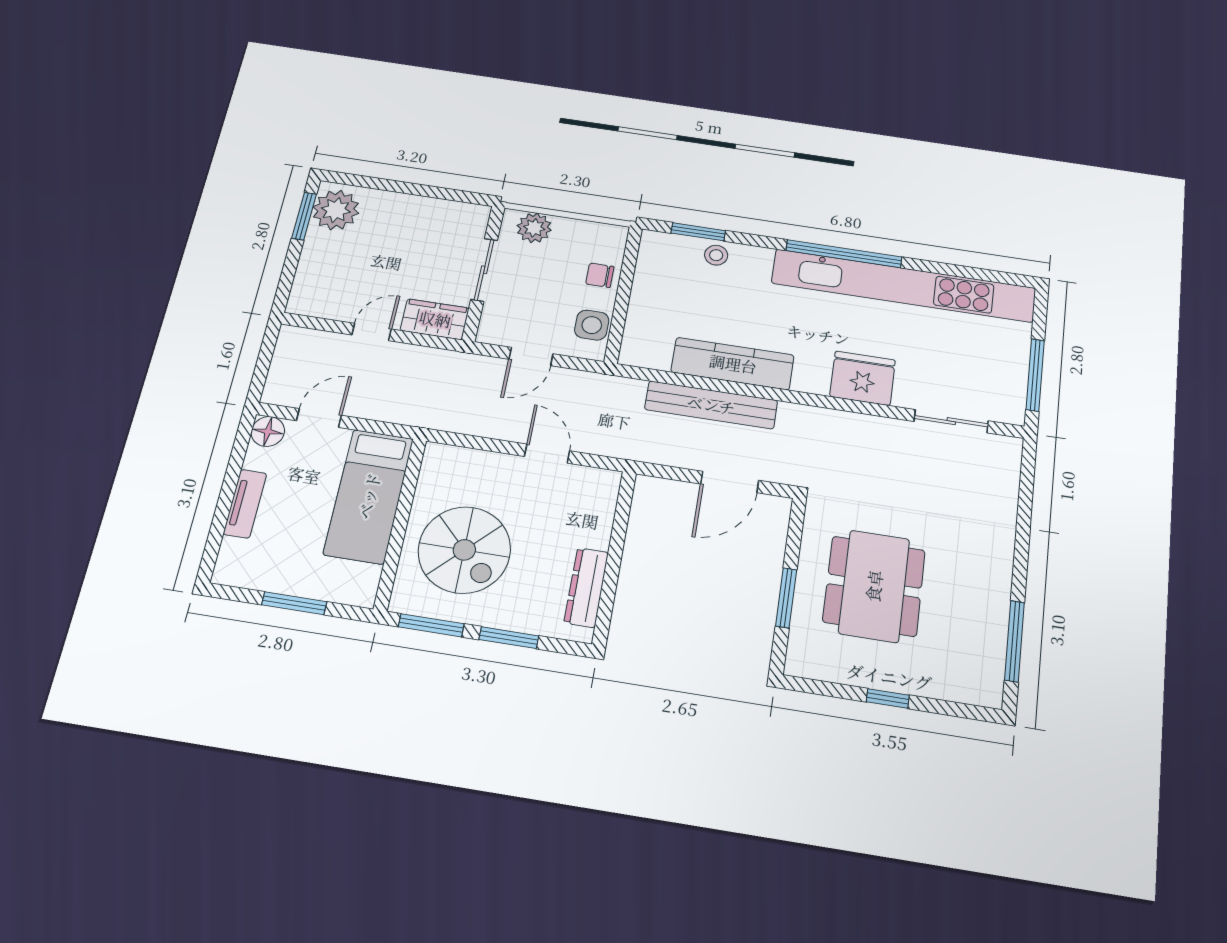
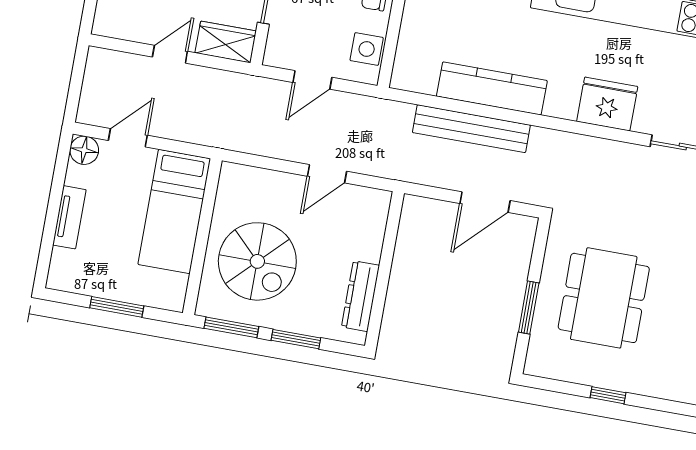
door: (547, 454) -> (327, 174), swing flipped

